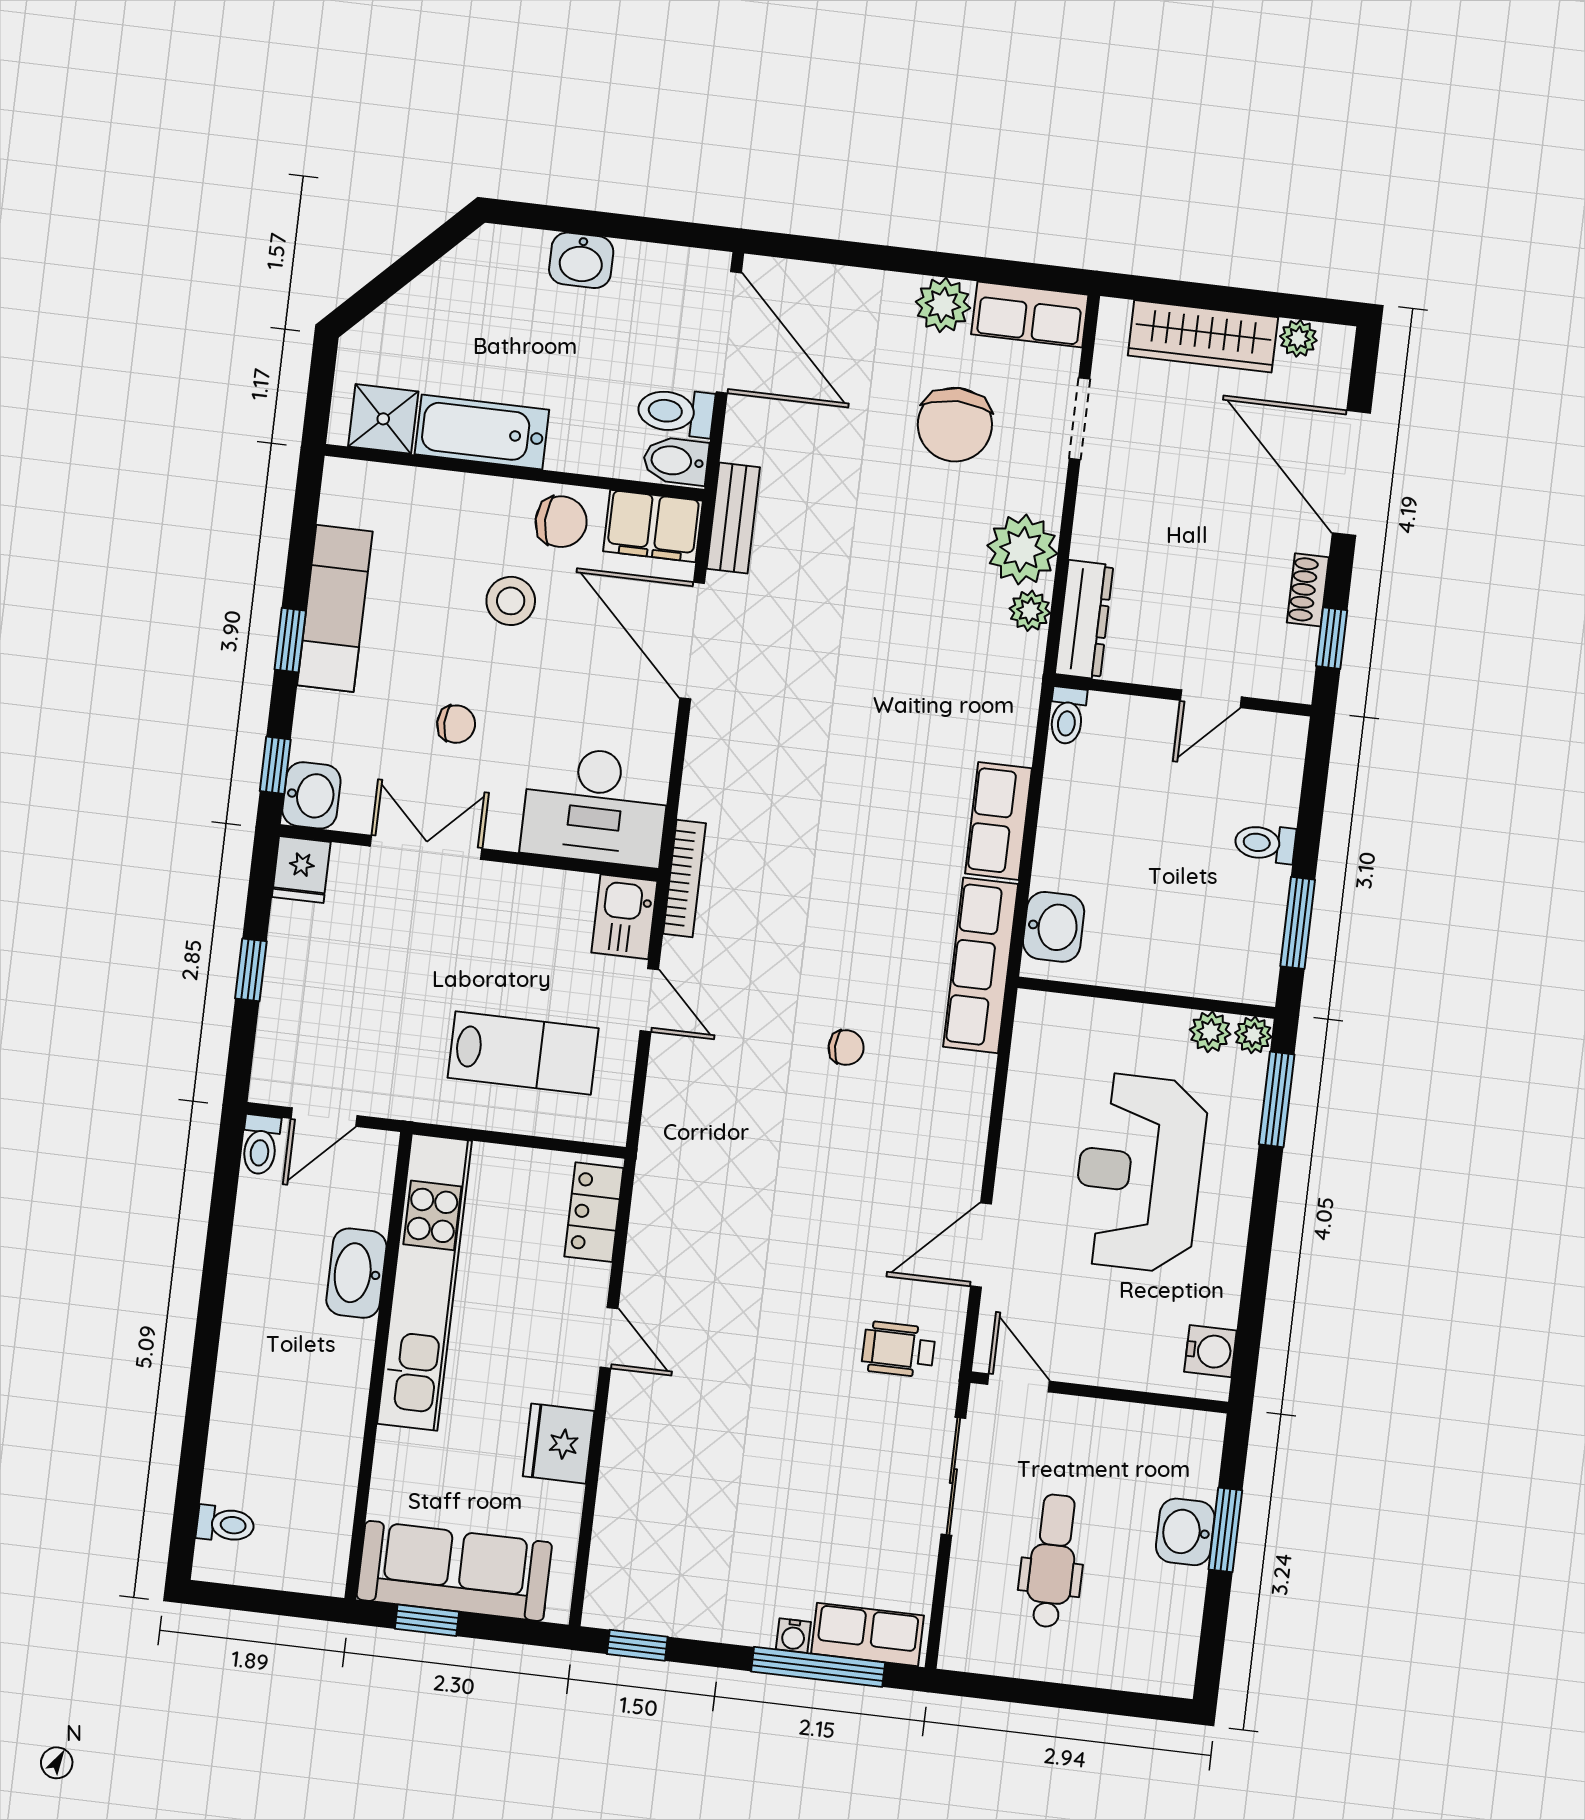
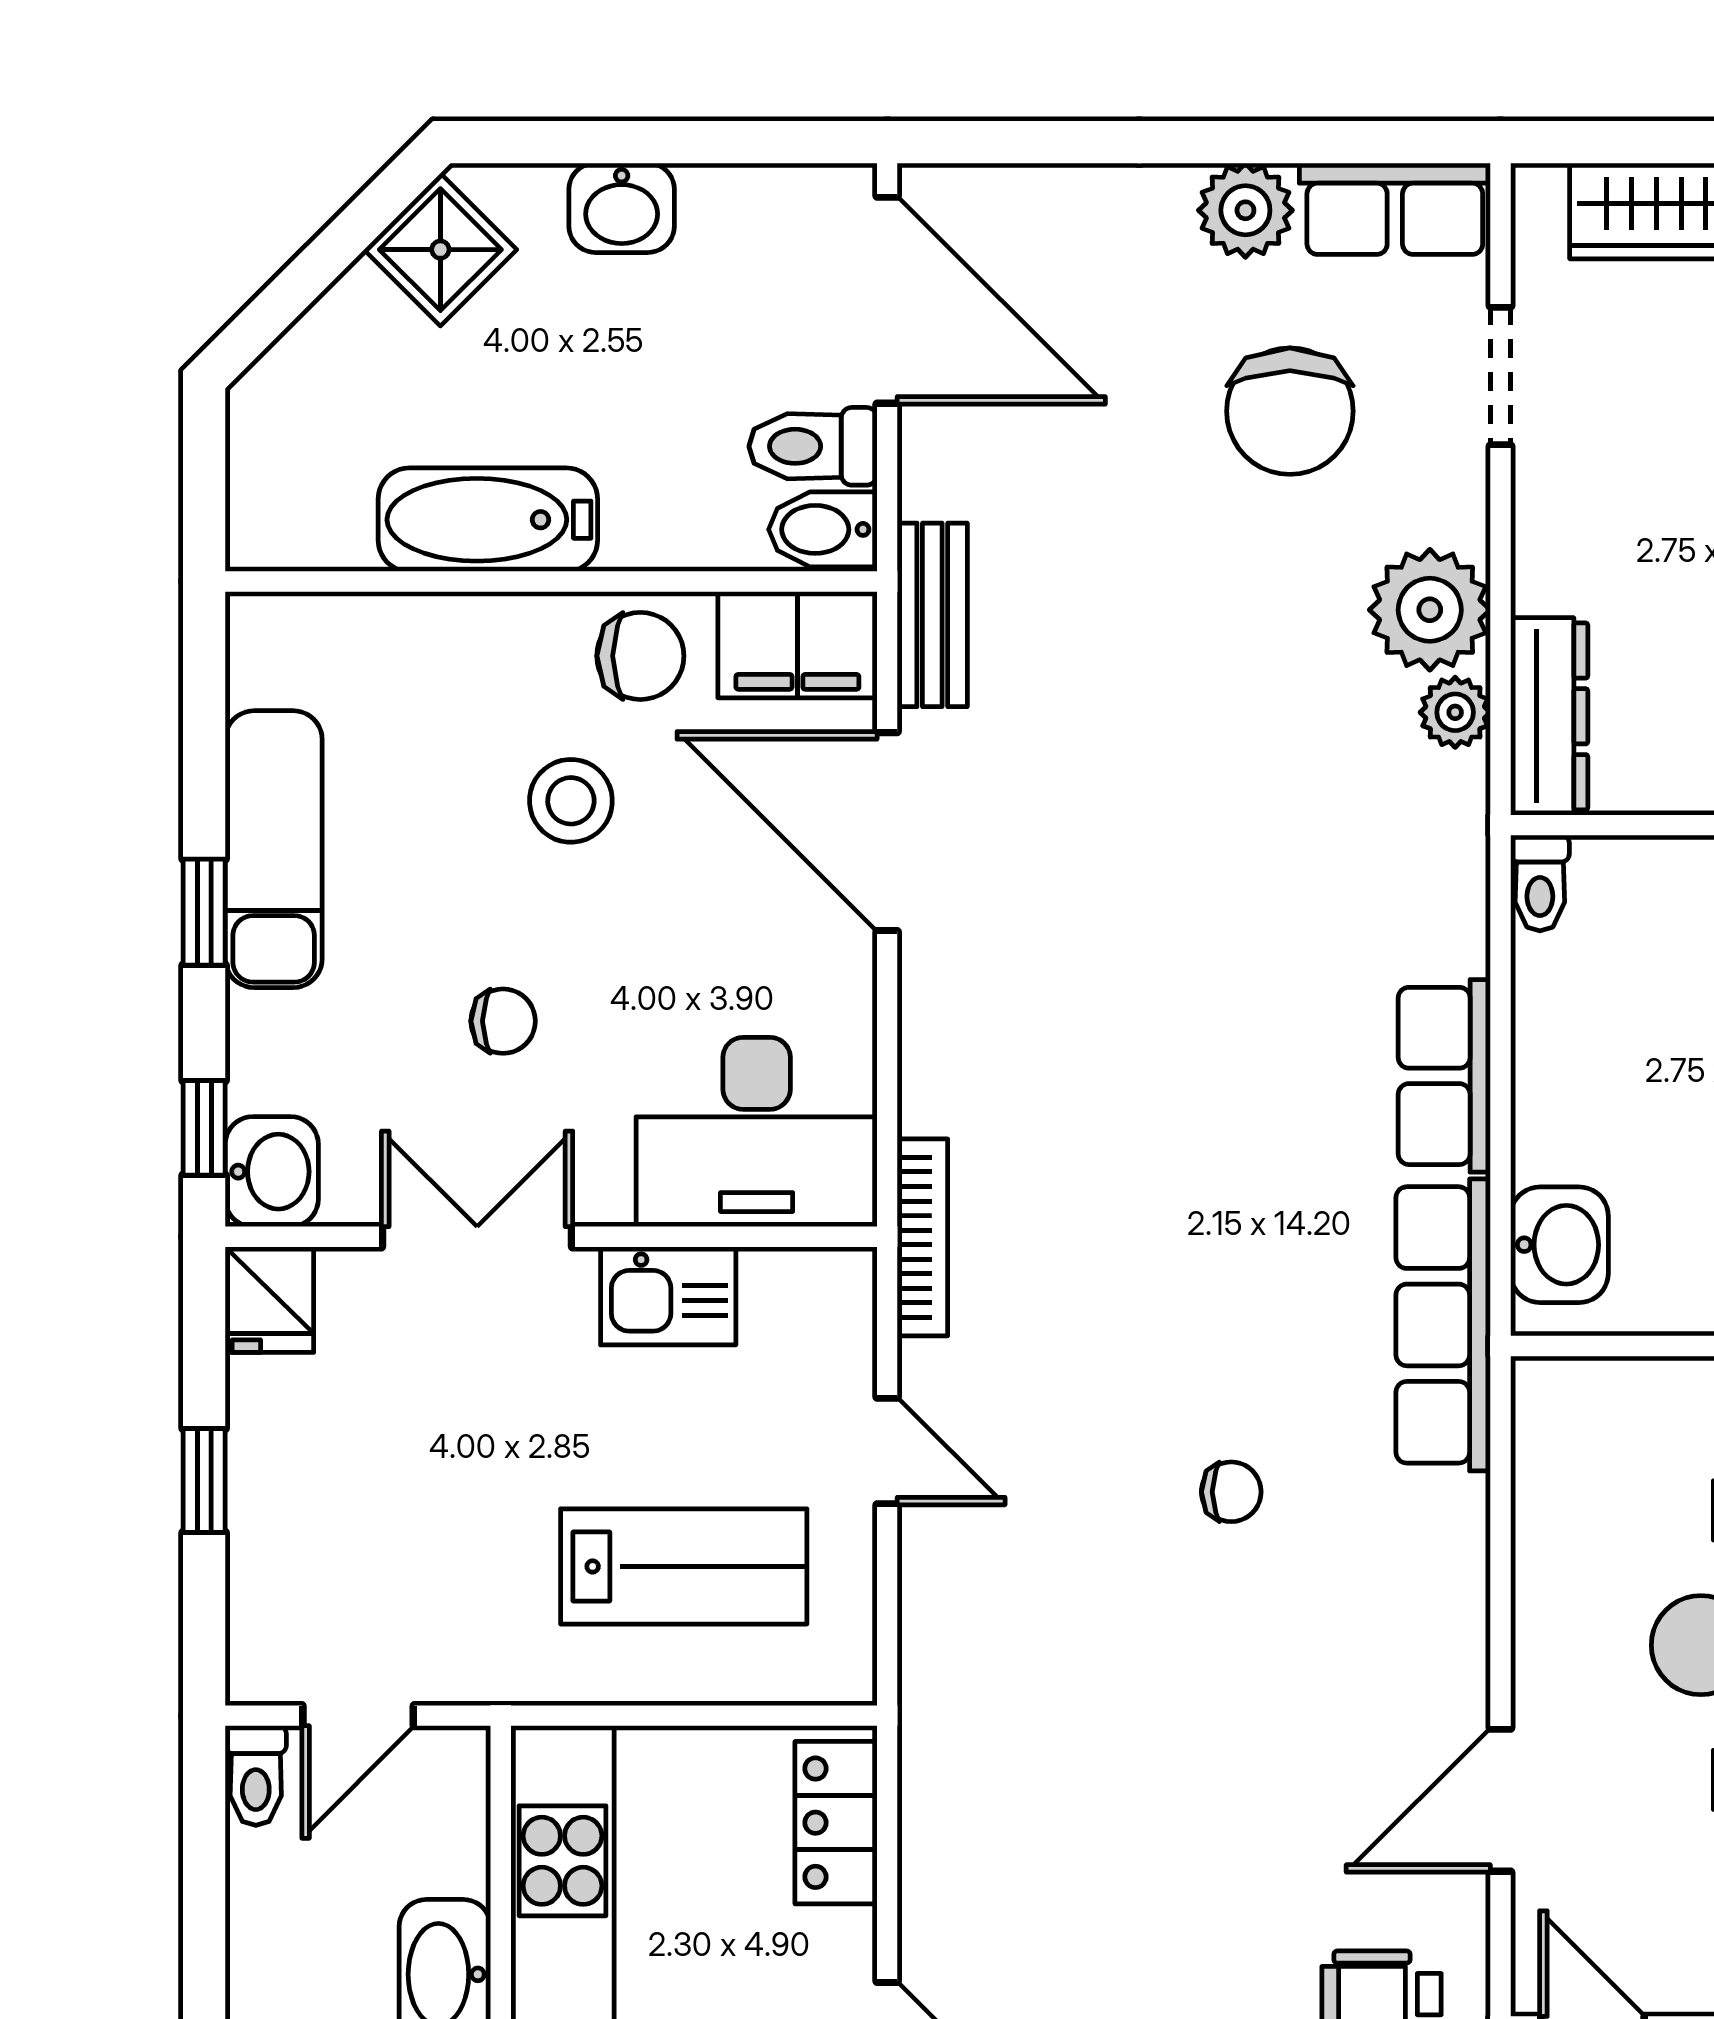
shower: (383, 419) -> (440, 250), moved, turned 45
kitchen sink: (624, 917) -> (668, 1296), moved, turned -90

